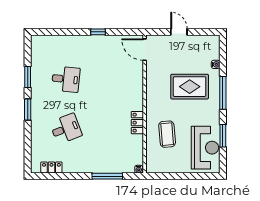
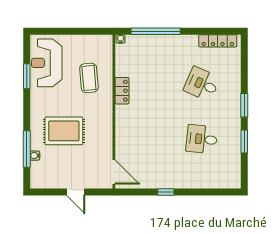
window: (223, 93) -> (27, 149), moved
desk: (66, 129) -> (202, 84), turned 45
locker: (51, 167) -> (218, 41), width x1.53
window: (107, 176) -> (156, 31), width x1.46

